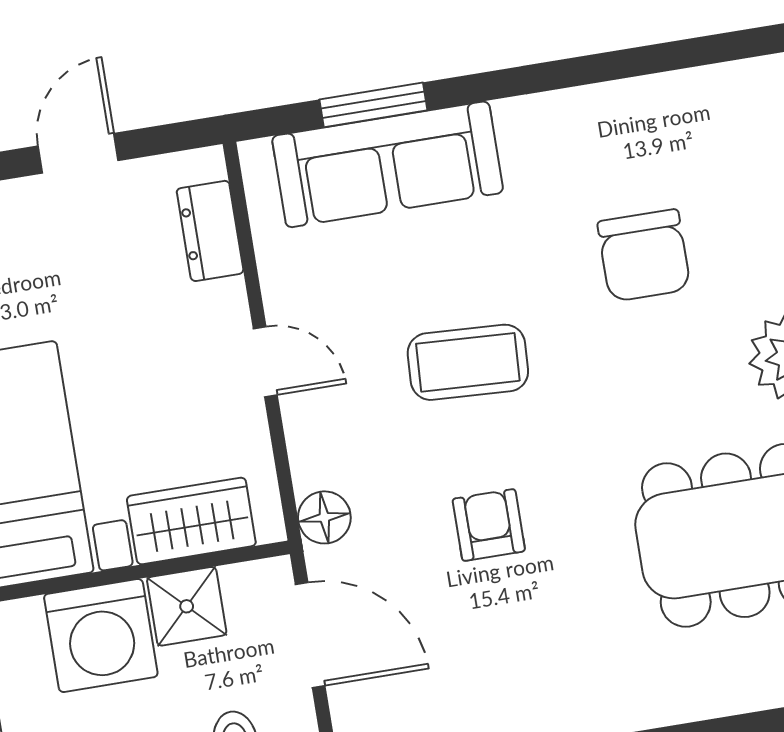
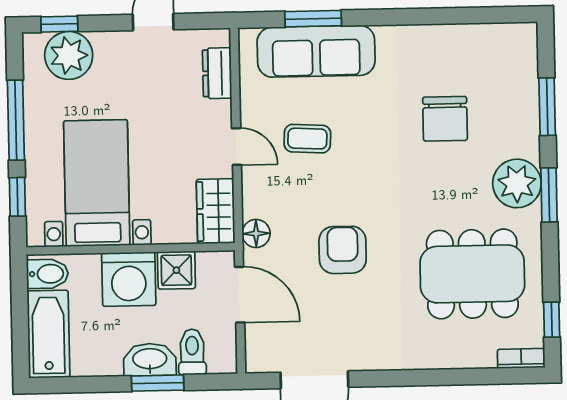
coffee table: (468, 362) -> (307, 139), moved, width x0.73, depth x0.77
wardrobe: (191, 521) -> (216, 211), moved, turned -90
armchair: (489, 525) -> (343, 250), width x1.38, depth x1.38

